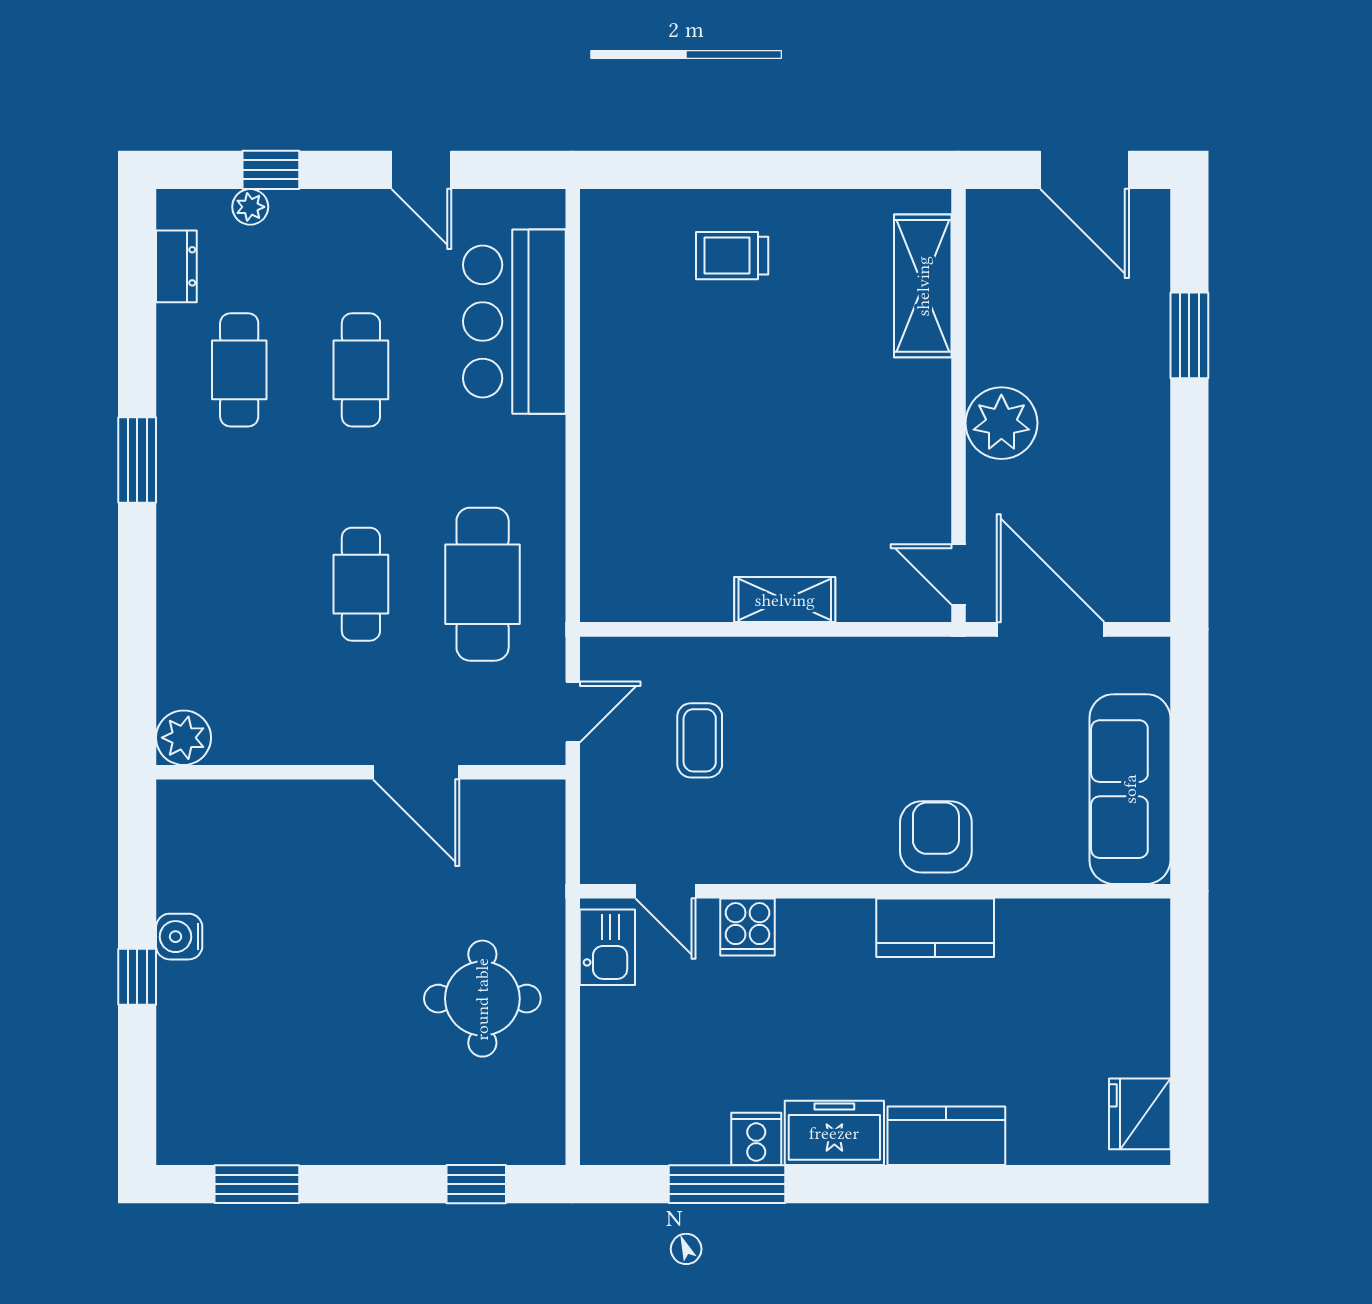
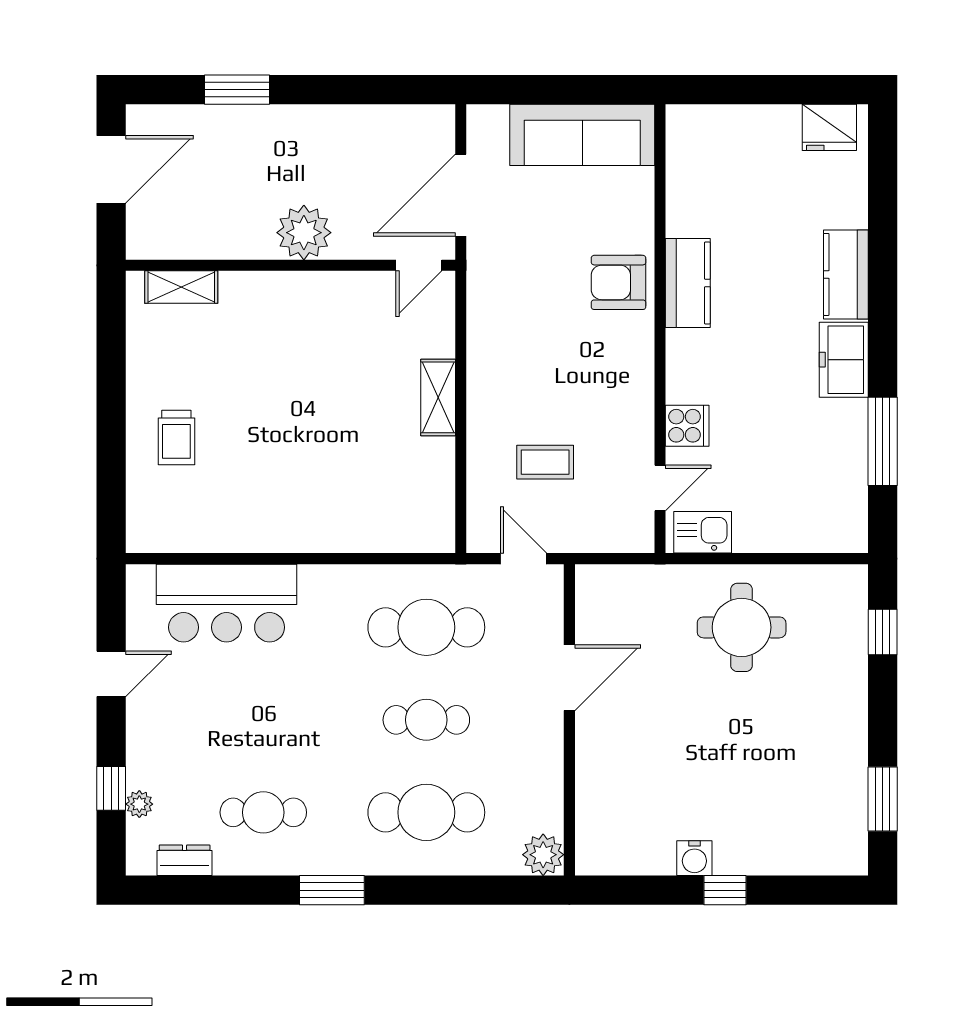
shelving: (923, 286) -> (181, 287), width x0.67, depth x0.75
cafe table: (361, 370) -> (426, 812), moved, width x1.37, depth x1.35
cooker: (756, 1139) -> (848, 419), removed

